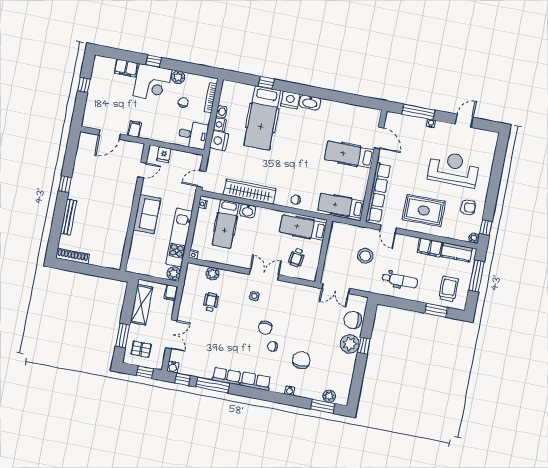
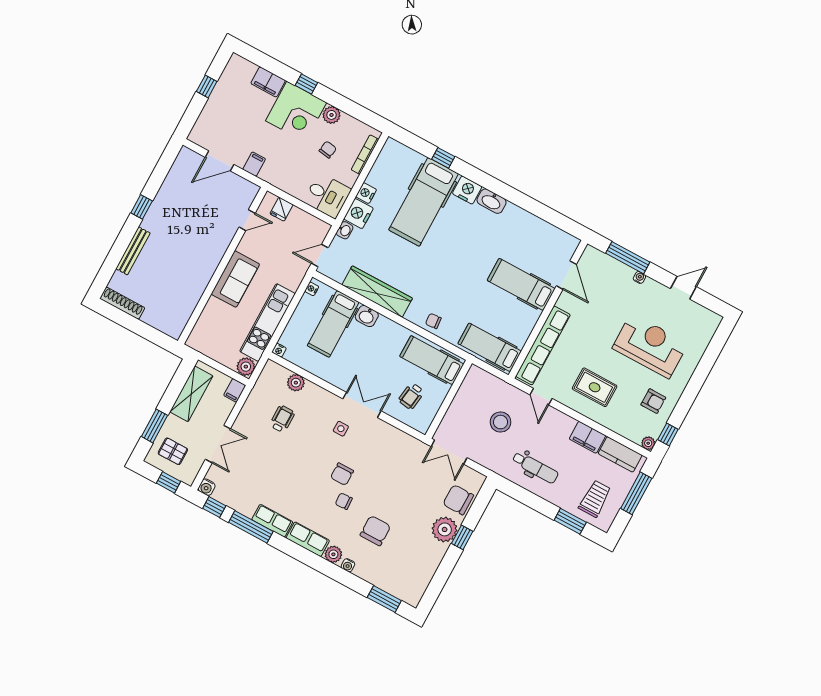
washbasin: (221, 112) -> (345, 230), moved
rug: (424, 211) -> (595, 387), width x0.73, depth x0.70
plant: (329, 396) -> (333, 554), moved

